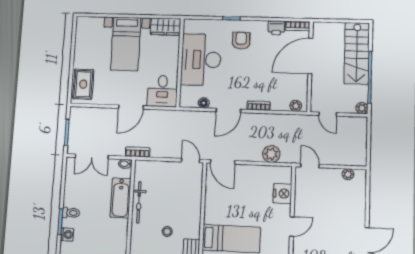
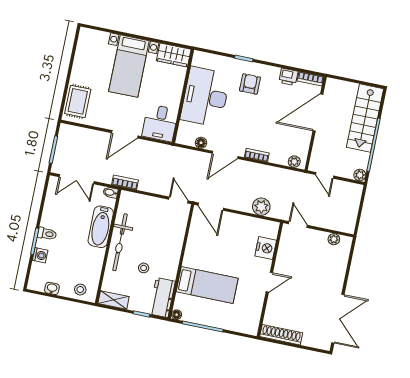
bicycle: (139, 202) -> (120, 242), width x1.37, depth x1.40

